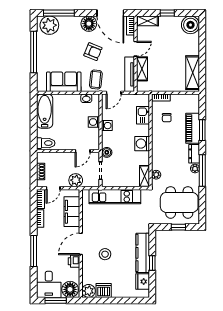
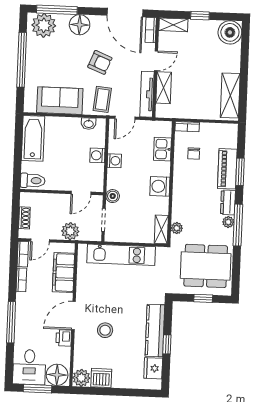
floor lamp: (89, 24) -> (80, 25), moved

